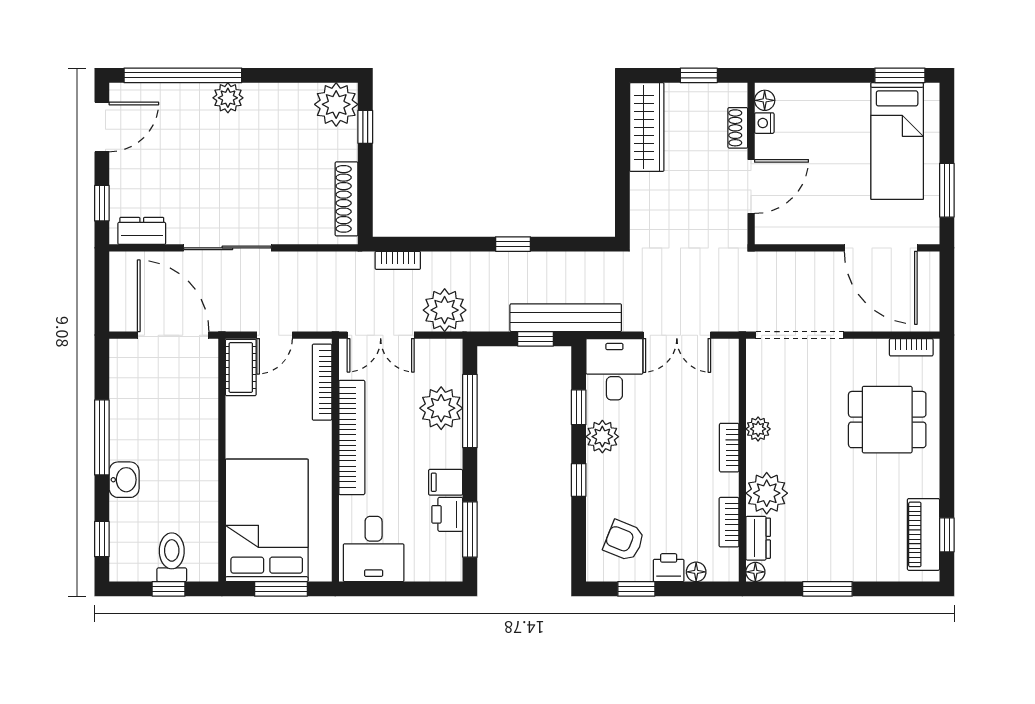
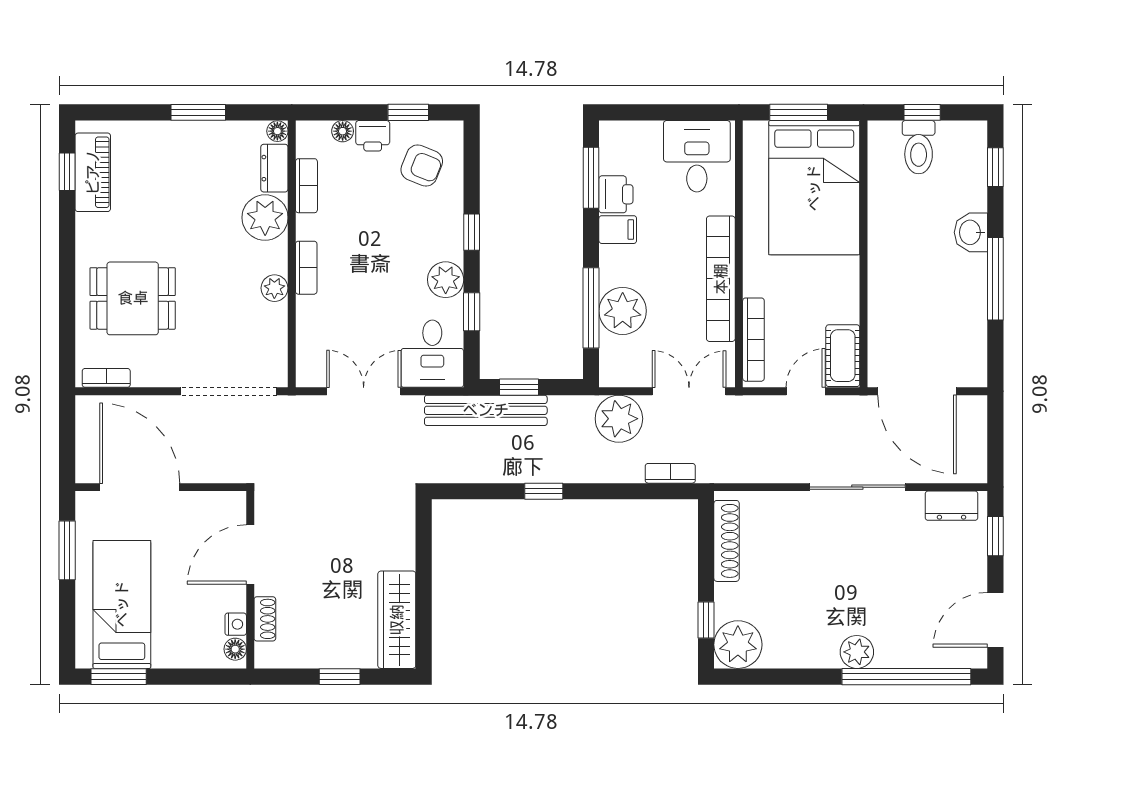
floor lamp: (765, 100) -> (235, 649), moved
nightstand: (764, 123) -> (236, 624), moved
shoe rack: (738, 128) -> (265, 619), moved
wall: (751, 163) -> (250, 580), moved
door: (751, 187) -> (250, 554), moved

